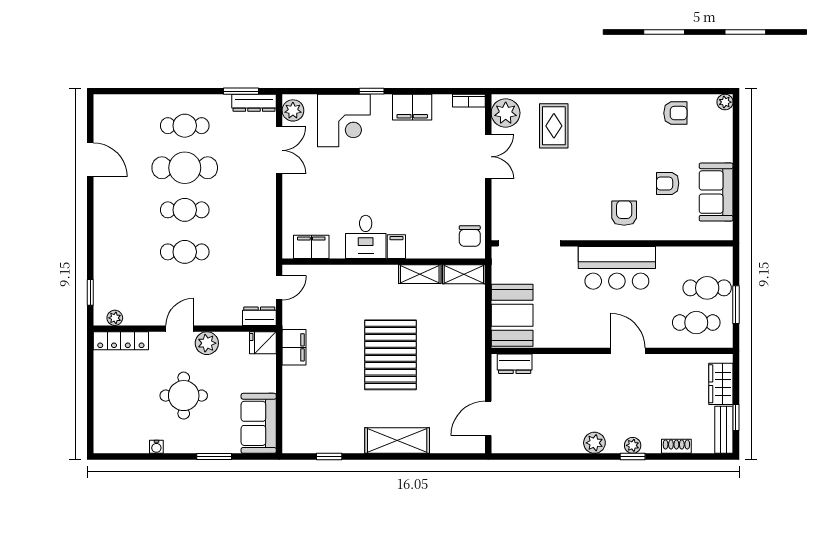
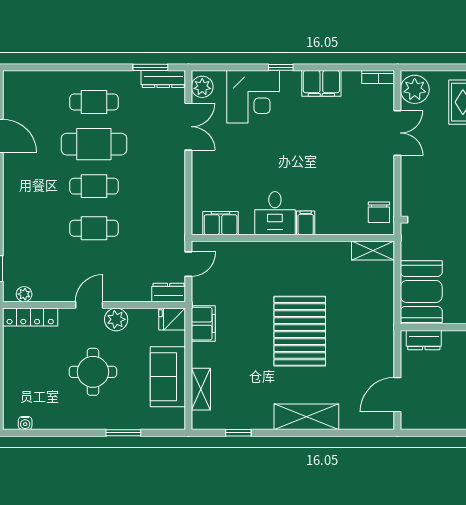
shelving: (420, 274) -> (201, 389), moved, turned 90
sofa: (259, 423) -> (168, 377), moved
water cooler: (156, 447) -> (25, 423), moved

